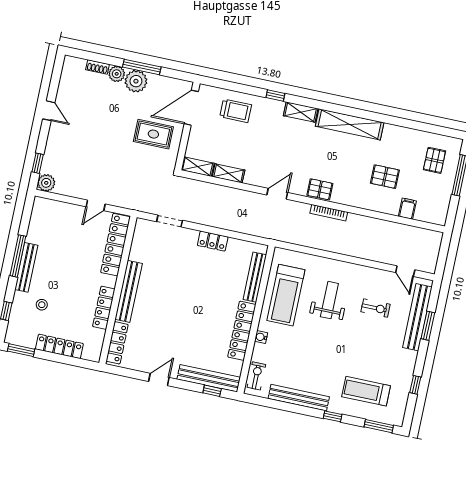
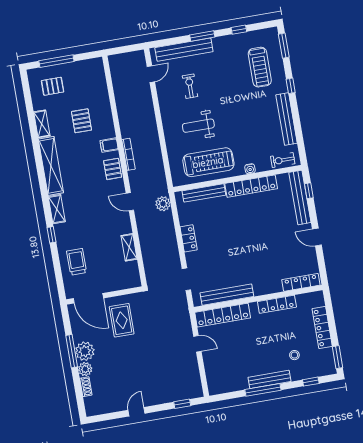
shelving: (198, 167) -> (42, 124), moved
plant: (46, 183) -> (163, 204), moved
filing cabinet: (407, 209) -> (109, 145), moved
bench: (129, 291) -> (227, 295), moved
window: (428, 326) -> (202, 36), moved

